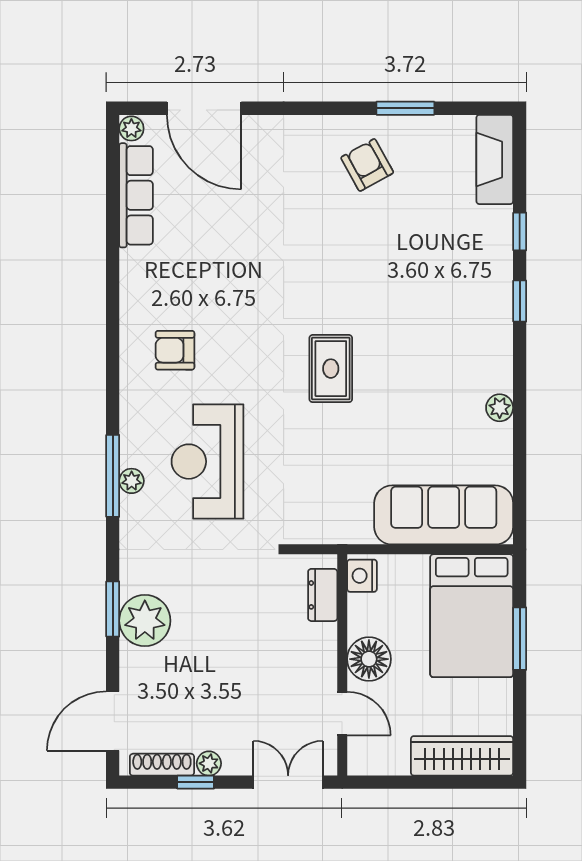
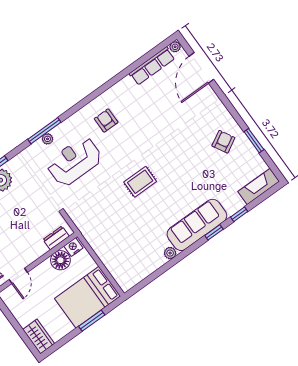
sofa: (444, 515) -> (197, 225), moved, turned -90
floor lamp: (369, 659) -> (60, 260), moved
wardrobe: (462, 756) -> (39, 337), width x0.67

